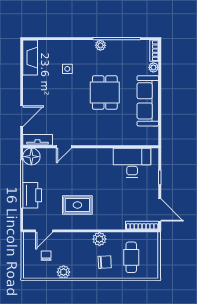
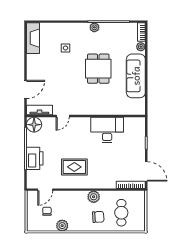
desk: (132, 163) -> (107, 130), moved

